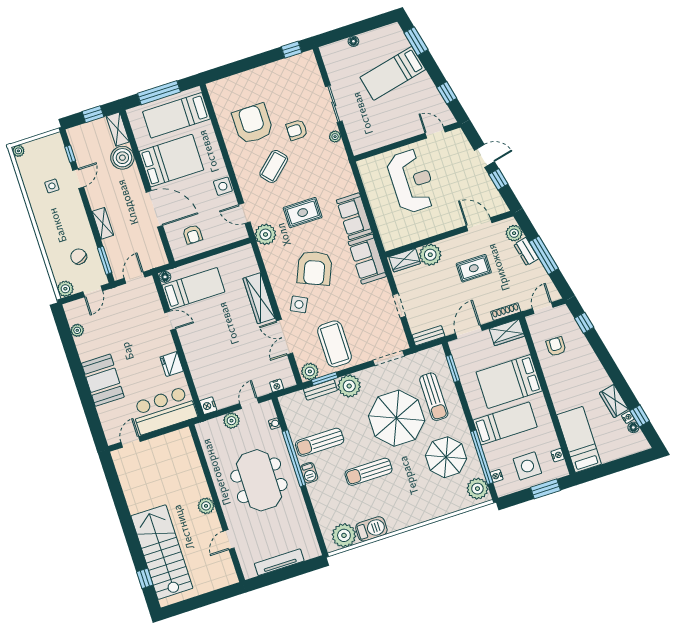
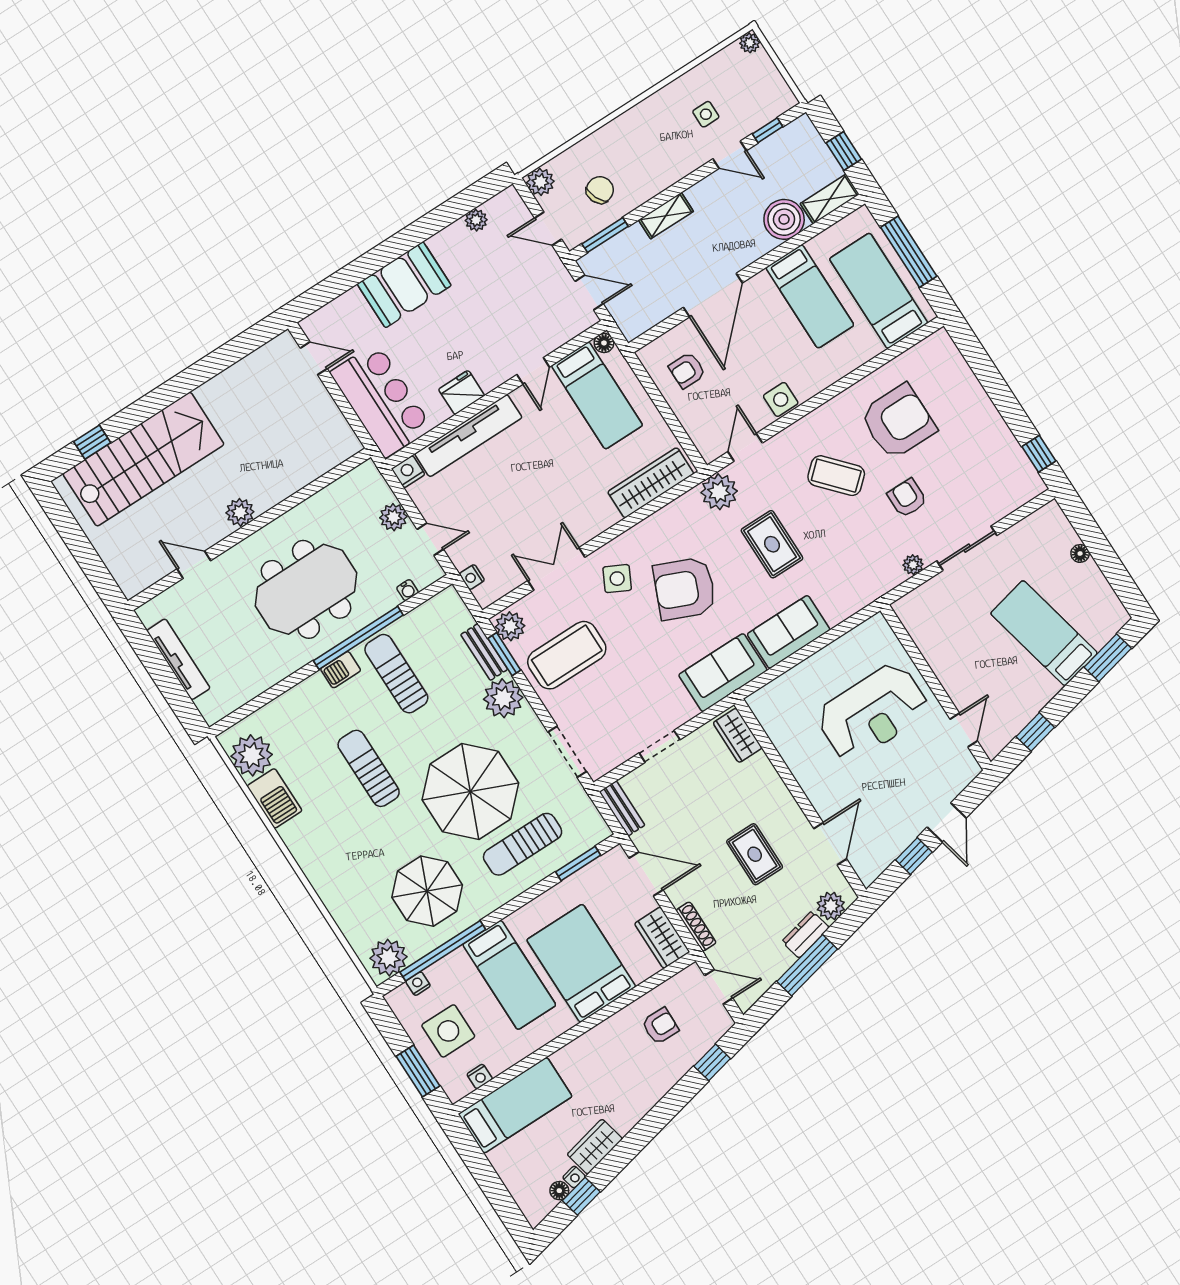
bed: (171, 161) -> (810, 296), width x0.67
plant: (430, 255) -> (758, 776), removed
wardrobe: (259, 298) -> (651, 483), moved
tv unit: (197, 367) -> (468, 436), added

